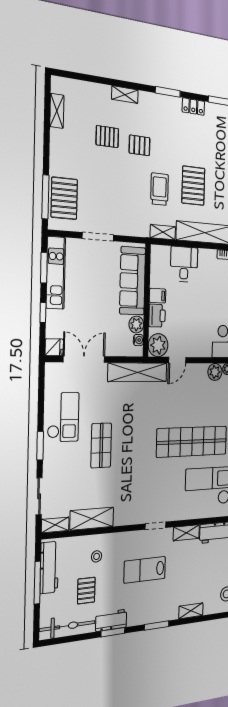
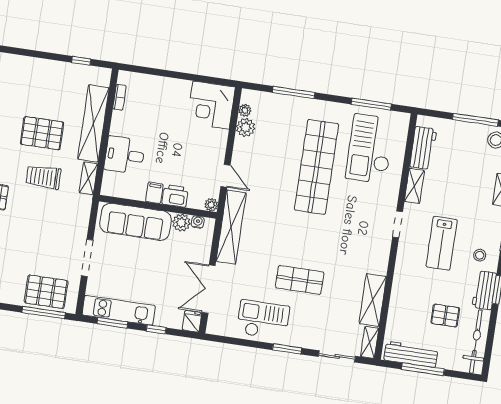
plant: (158, 345) -> (211, 205), width x0.53, depth x0.53
stool: (97, 556) -> (480, 255), moved

